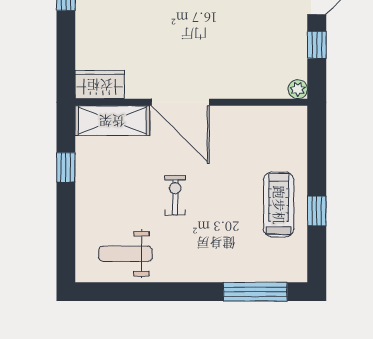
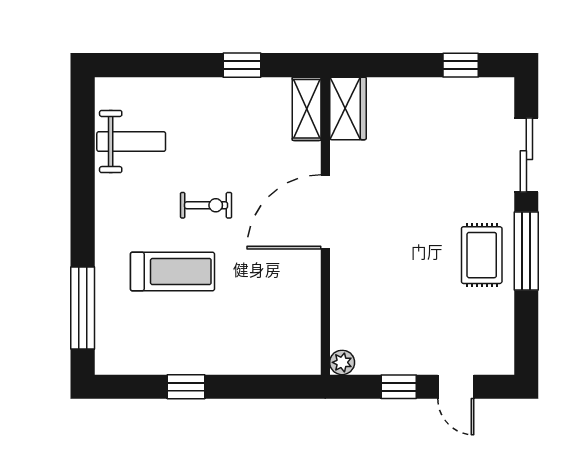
shelving: (112, 121) -> (307, 109), width x0.67, depth x0.75
treadmill: (279, 205) -> (172, 272), moved
weight bench: (125, 254) -> (131, 142), turned 90

